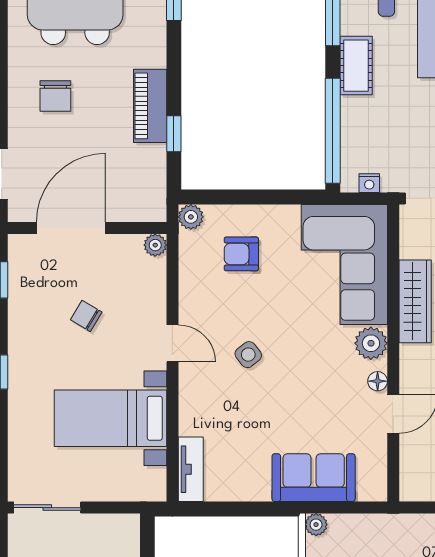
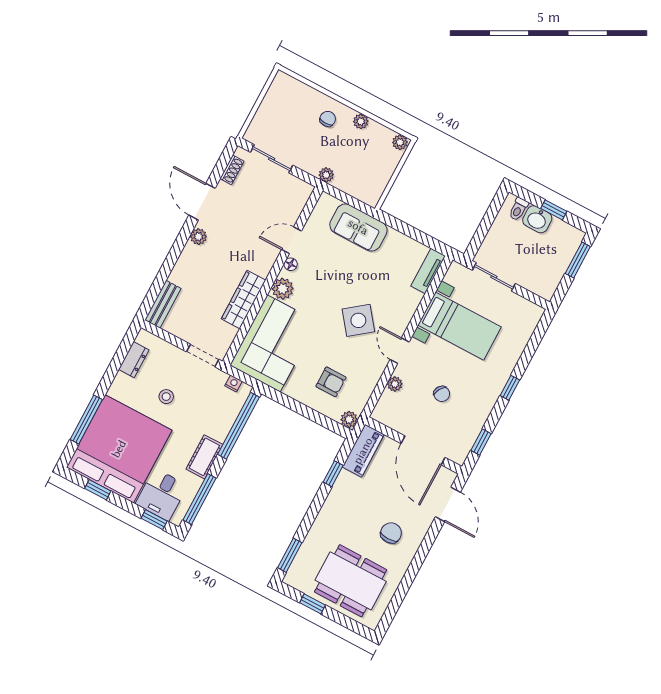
piano: (150, 106) -> (363, 451), moved
door: (71, 228) -> (423, 450), hinge flipped
plant: (155, 245) -> (395, 384), moved
side table: (248, 355) -> (358, 320), width x1.87, depth x1.87
sliding door: (47, 508) -> (494, 277), moved
plant: (316, 525) -> (326, 175), moved

